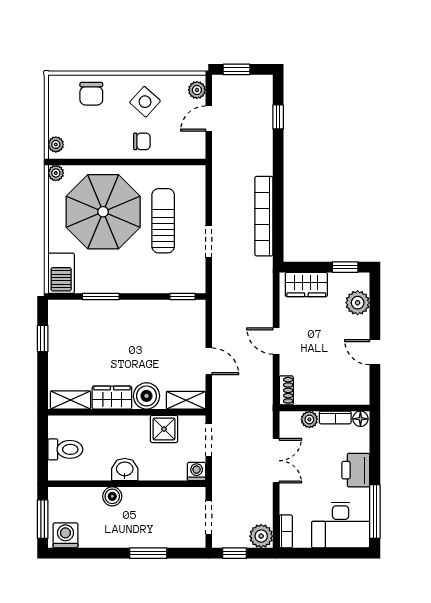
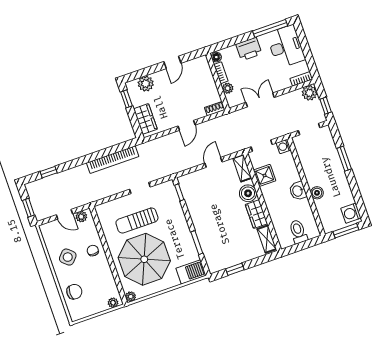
plant: (197, 90) -> (81, 217), moved

